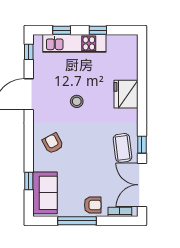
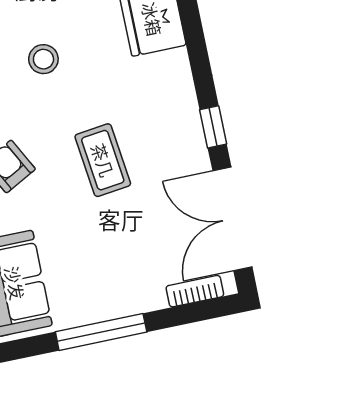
coffee table: (123, 148) -> (103, 160), moved
armchair: (93, 205) -> (129, 288), removed

